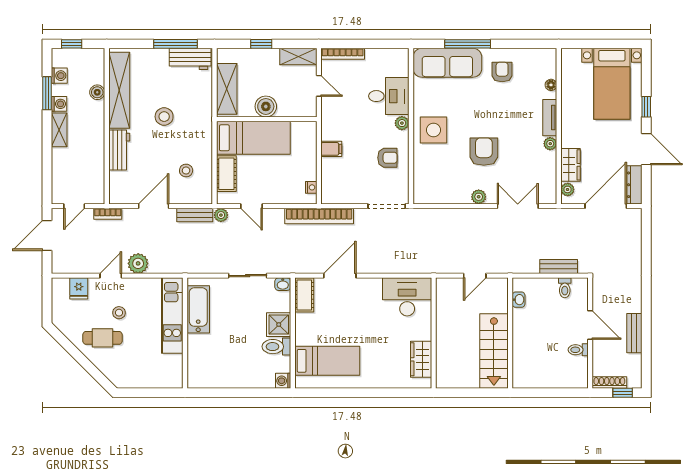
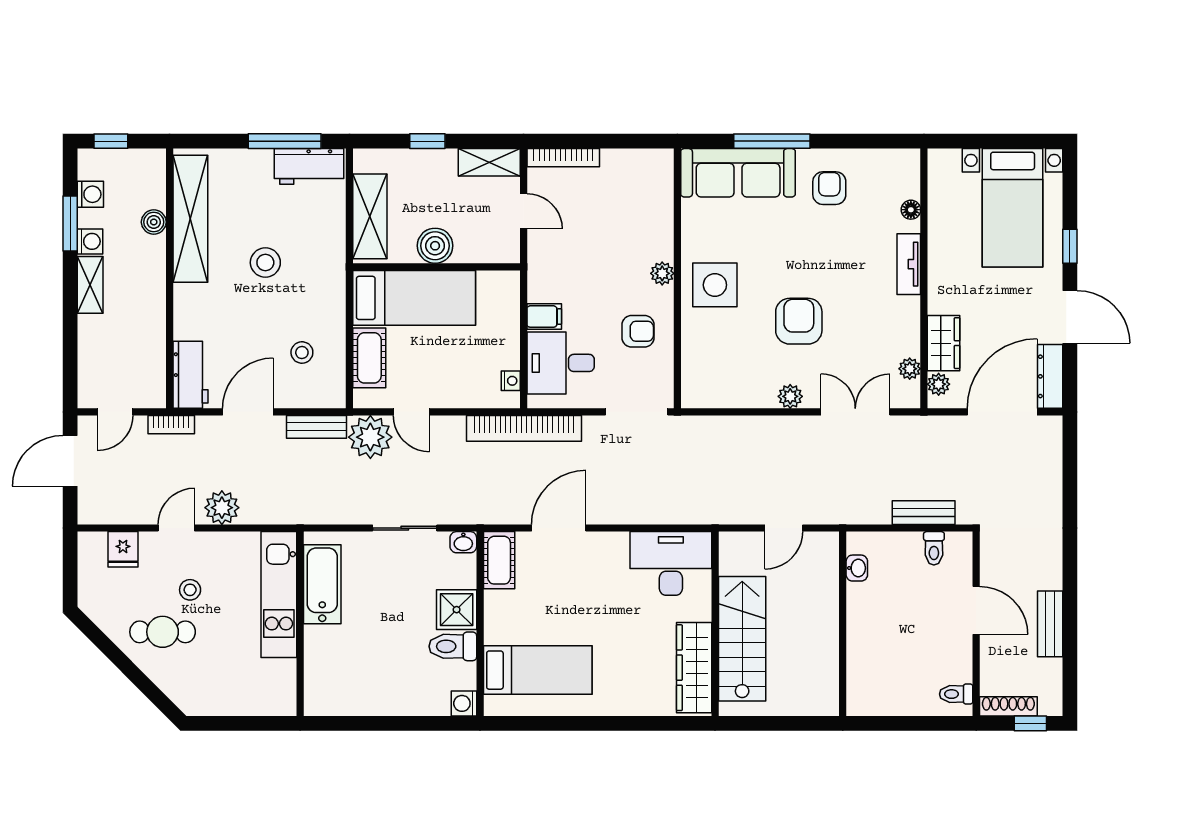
desk: (389, 96) -> (561, 363), moved, turned 180
plant: (550, 144) -> (910, 369), moved
workbench: (119, 150) -> (190, 375), moved
plant: (221, 215) -> (370, 437), width x1.88, depth x1.88
toilet: (578, 350) -> (956, 694), moved
stairs: (494, 351) -> (742, 639), moved, turned 180
wardrobe: (421, 359) -> (694, 668), width x1.50

